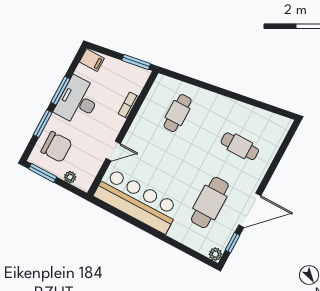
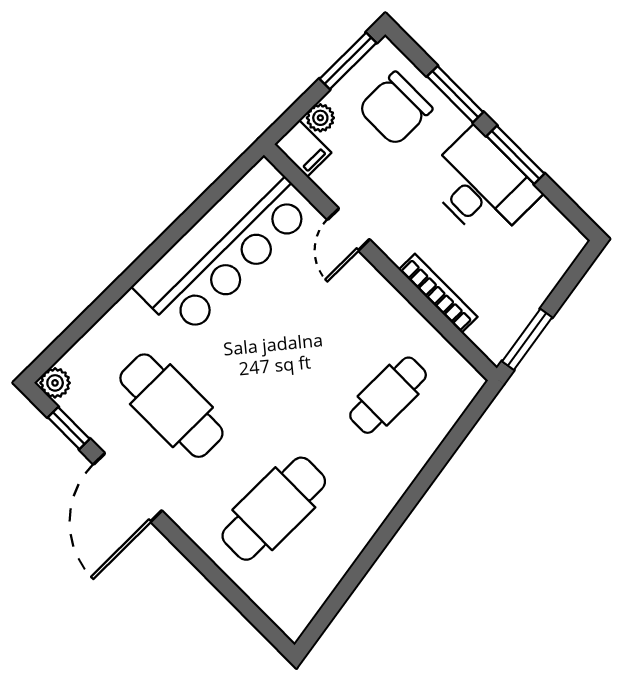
filing cabinet: (92, 60) -> (303, 149), moved, turned -90
bookcase: (128, 105) -> (438, 293), width x1.56
cafe table: (178, 113) -> (388, 395), turned 90
cafe table: (240, 146) -> (274, 509), width x1.37, depth x1.35

